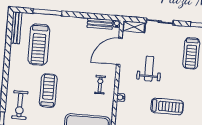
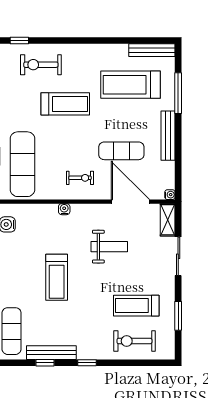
bench: (100, 24) -> (168, 136), moved, width x1.36
exercise mat: (84, 55) -> (121, 151), added

